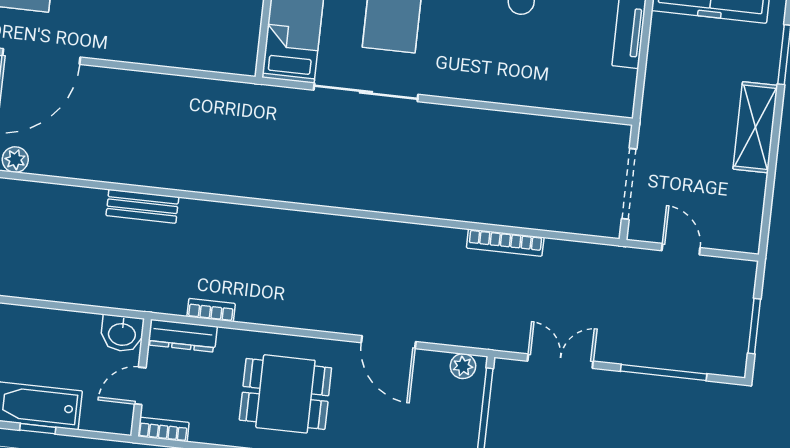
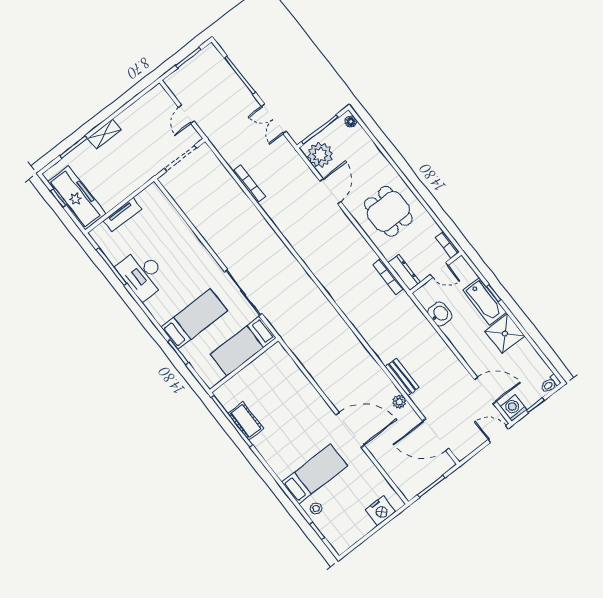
shelving: (755, 127) -> (104, 134), width x0.67, depth x0.75
bench: (142, 206) -> (402, 377), moved
bookcase: (211, 310) -> (388, 277), width x1.56
washbasin: (122, 333) -> (440, 314), moved
plant: (463, 366) -> (320, 155), width x1.87, depth x1.87

